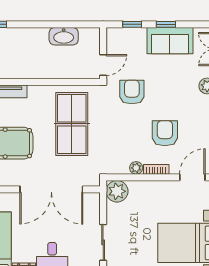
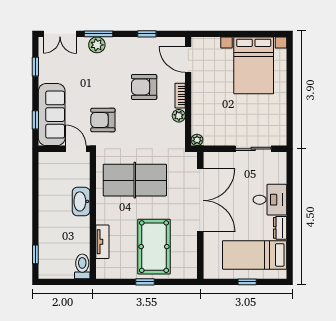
window: (166, 24) -> (35, 67), moved
washbasin: (64, 36) -> (81, 201), moved, turned 180
sofa: (170, 41) -> (52, 115), moved, width x1.36
plant: (117, 191) -> (197, 140), width x0.53, depth x0.53

